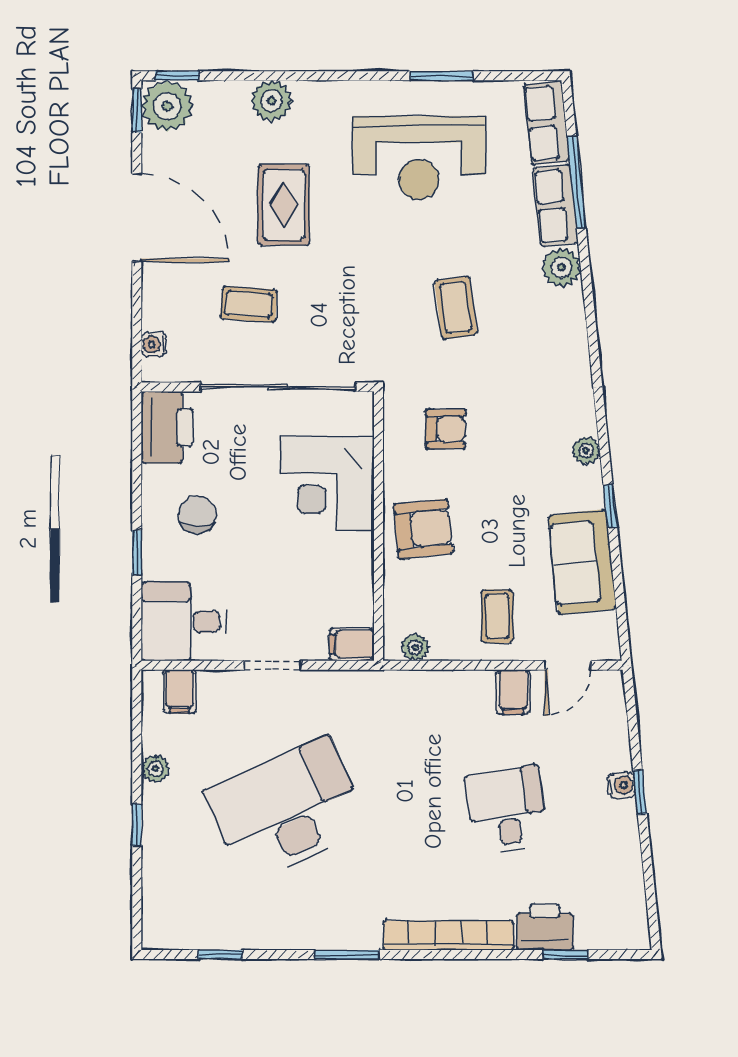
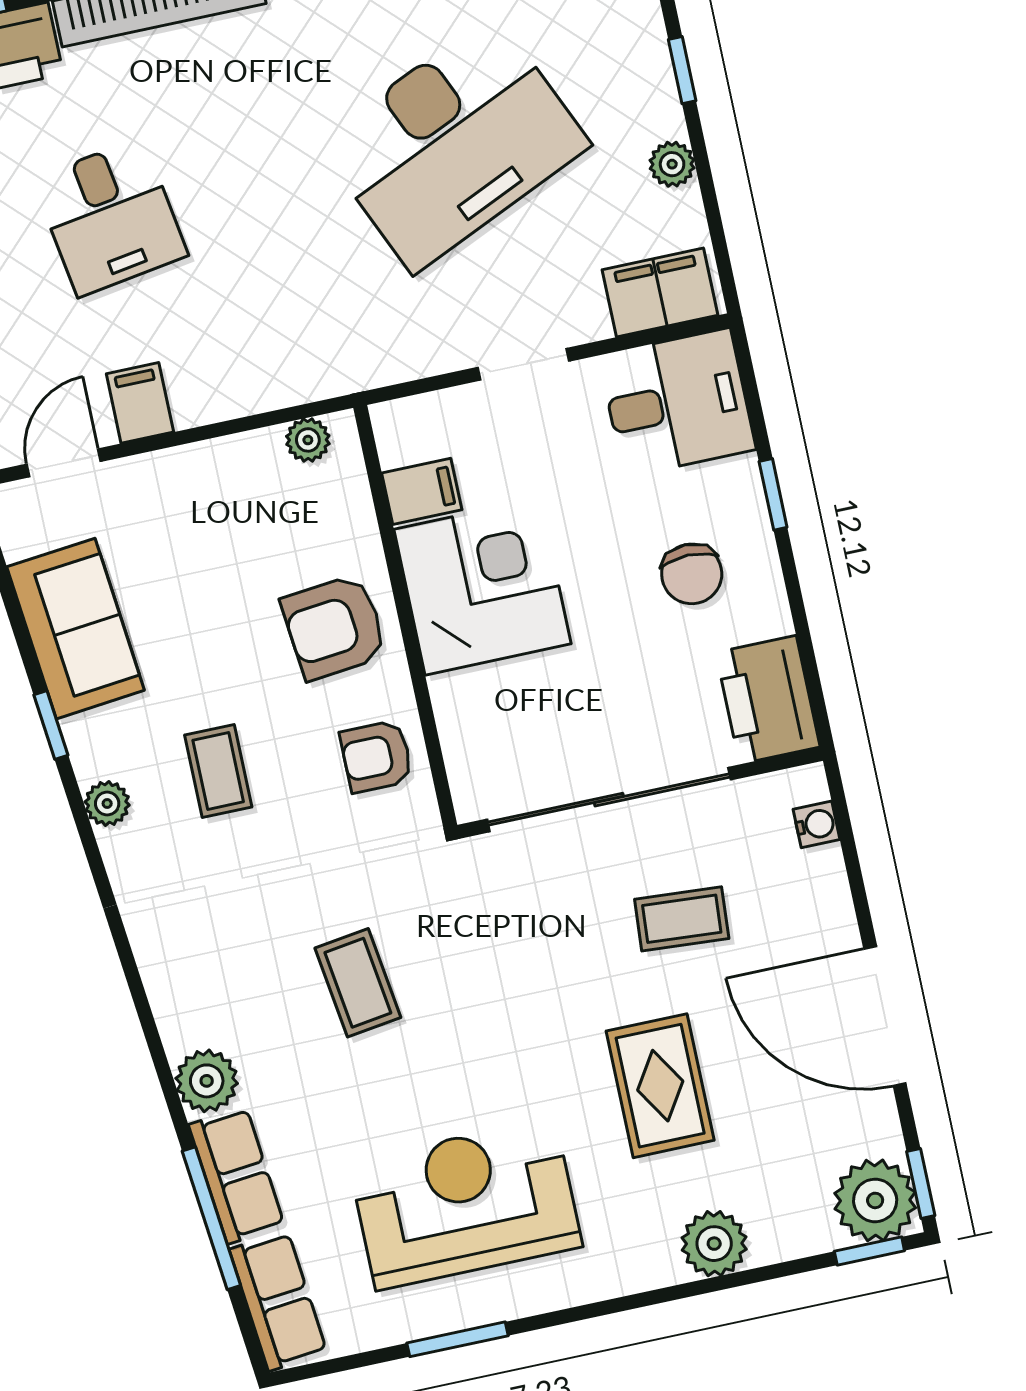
armchair: (446, 429) -> (376, 756), moved
corner desk: (327, 483) -> (482, 587), moved
coffee table: (497, 616) -> (218, 771), moved
filing cabinet: (352, 644) -> (422, 491), moved
filing cabinet: (180, 691) -> (660, 293), width x2.00

